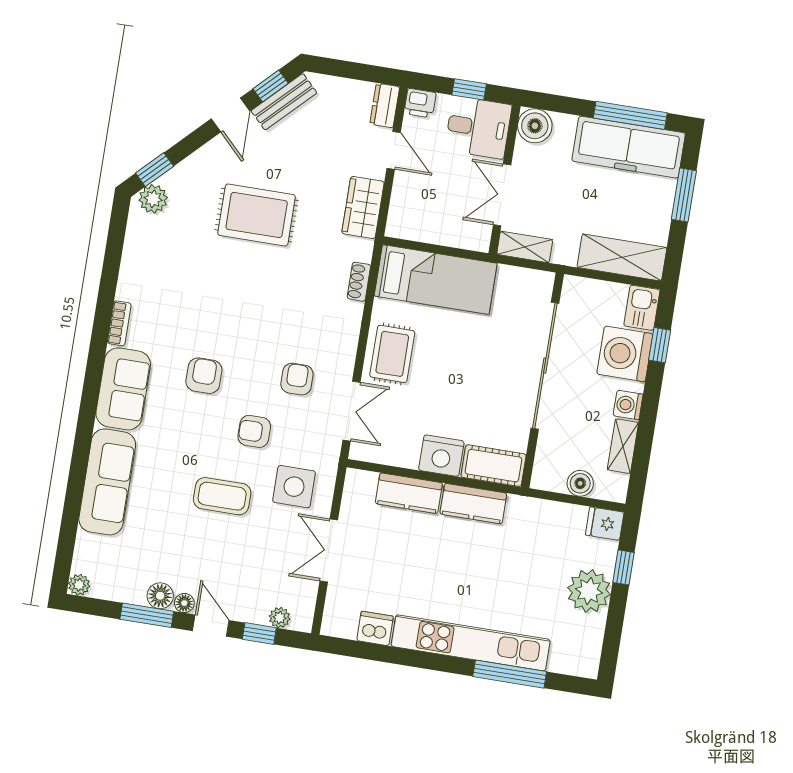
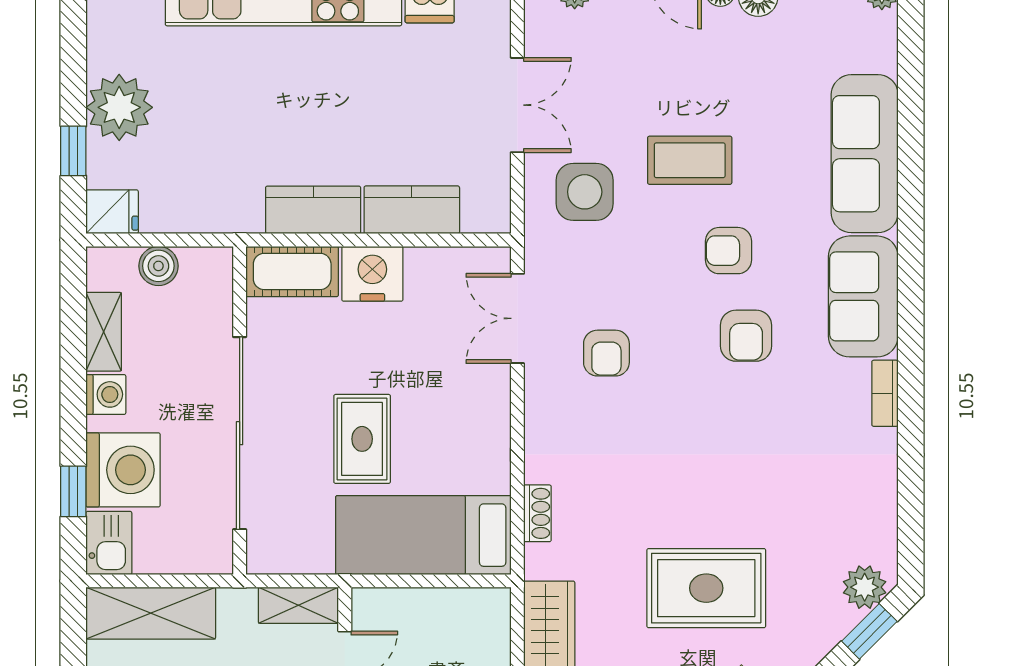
rug: (392, 354) -> (362, 439), moved
armchair: (254, 431) -> (729, 251), moved, turned 180

